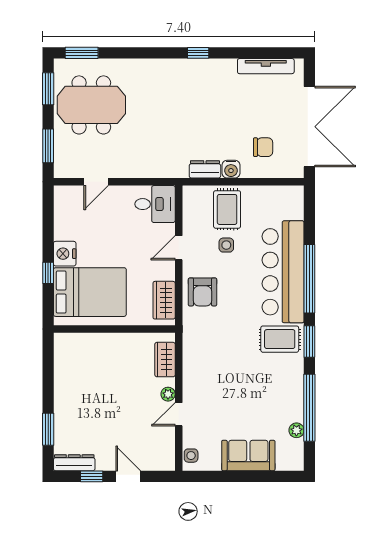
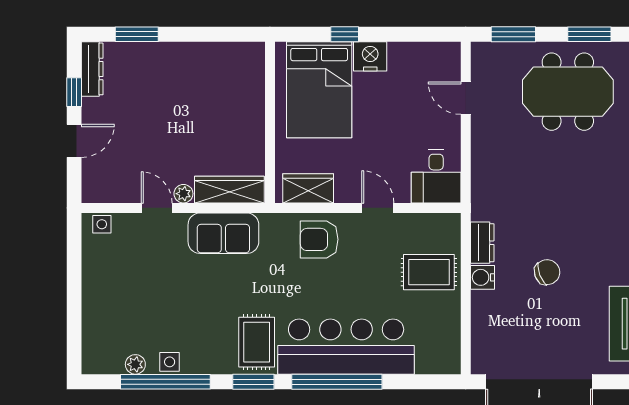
meeting table: (91, 105) -> (568, 92), turned 90
chair: (263, 147) -> (547, 272), moved, turned -111
side table: (226, 245) -> (170, 362), moved
wardrobe: (165, 360) -> (229, 190), width x1.50
sofa: (248, 455) -> (223, 233), moved, turned 90

